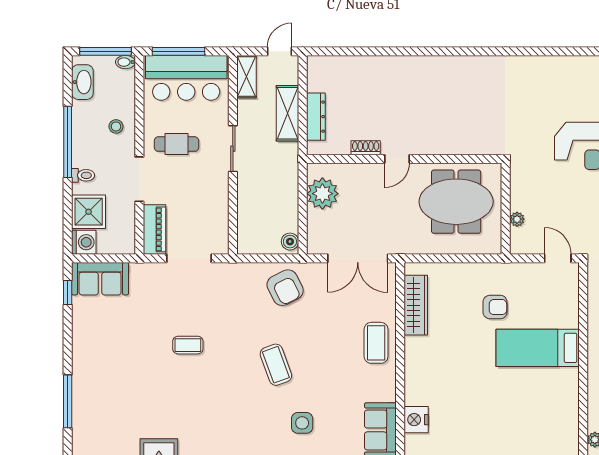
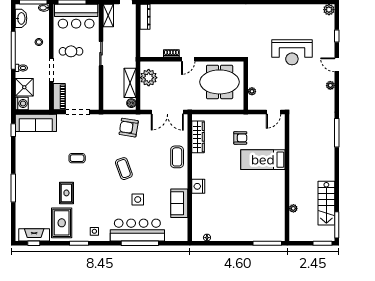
shelving: (287, 113) -> (130, 83), moved
dresser: (316, 117) -> (145, 17), moved
door: (558, 258) -> (274, 112), swing flipped
sofa: (100, 279) -> (36, 123), width x1.36
armchair: (285, 288) -> (129, 128), turned 126
rug: (168, 411) -> (66, 193), added
nightstand: (416, 420) -> (198, 186), moved

